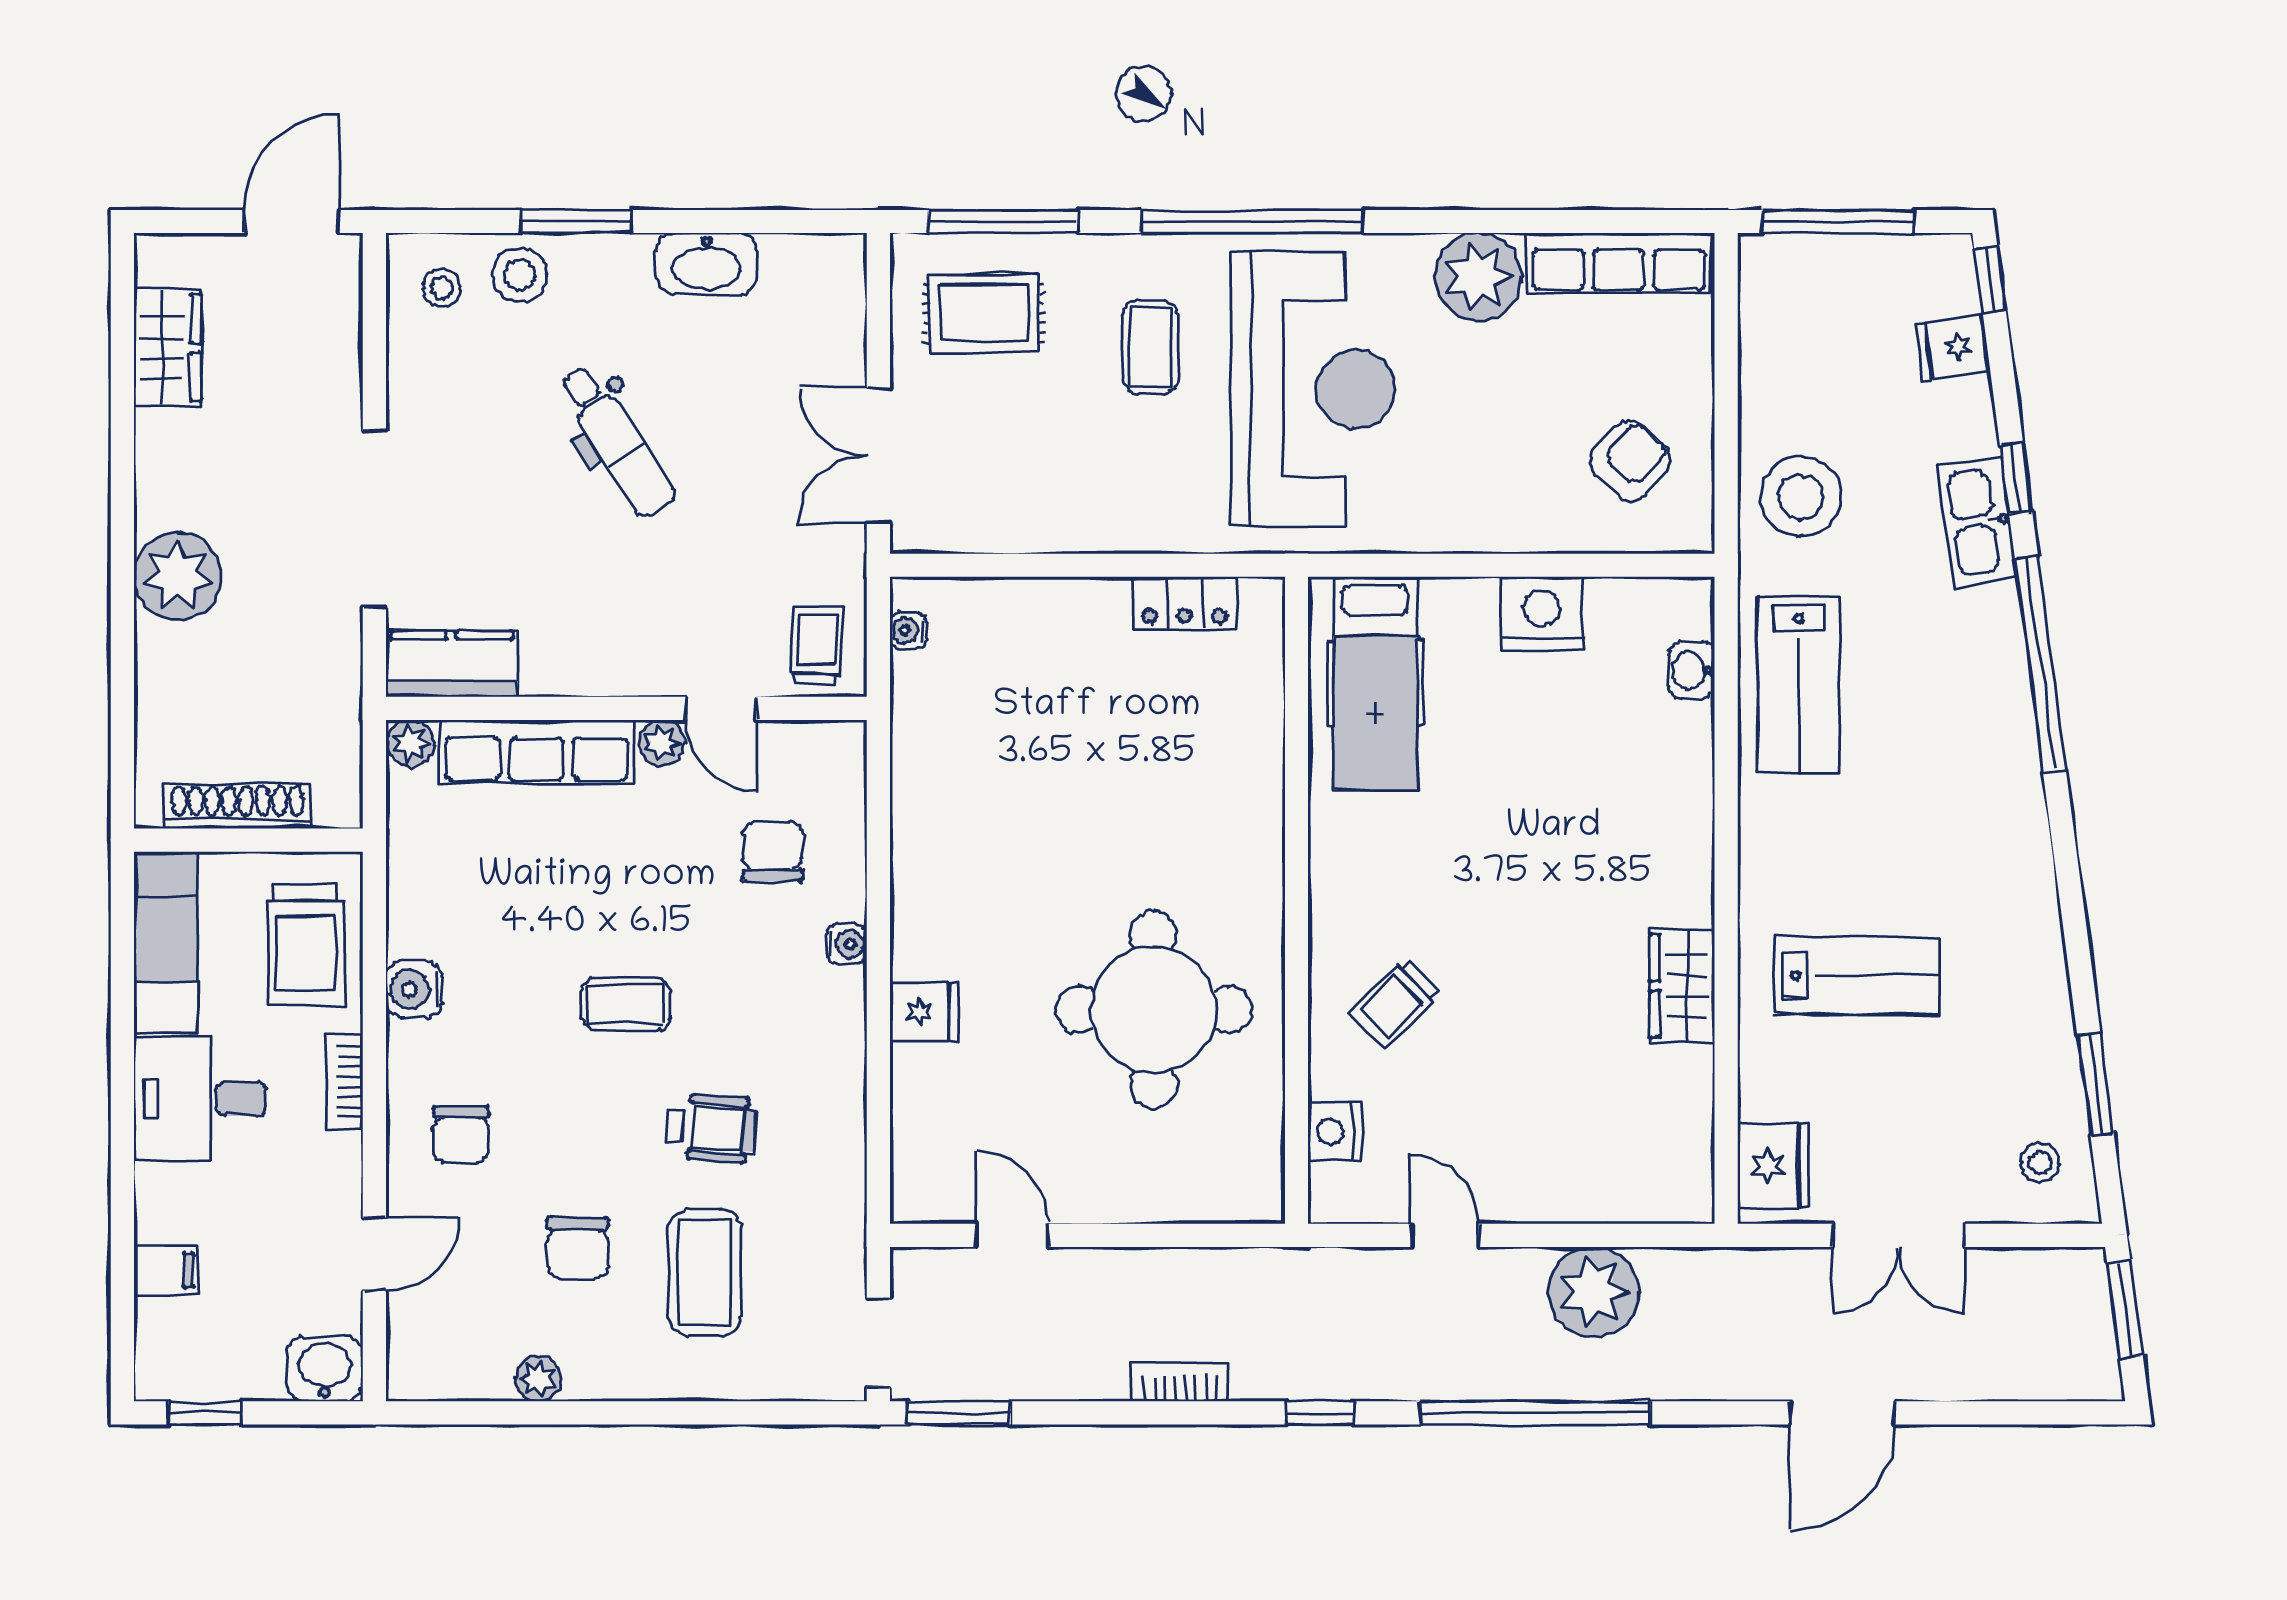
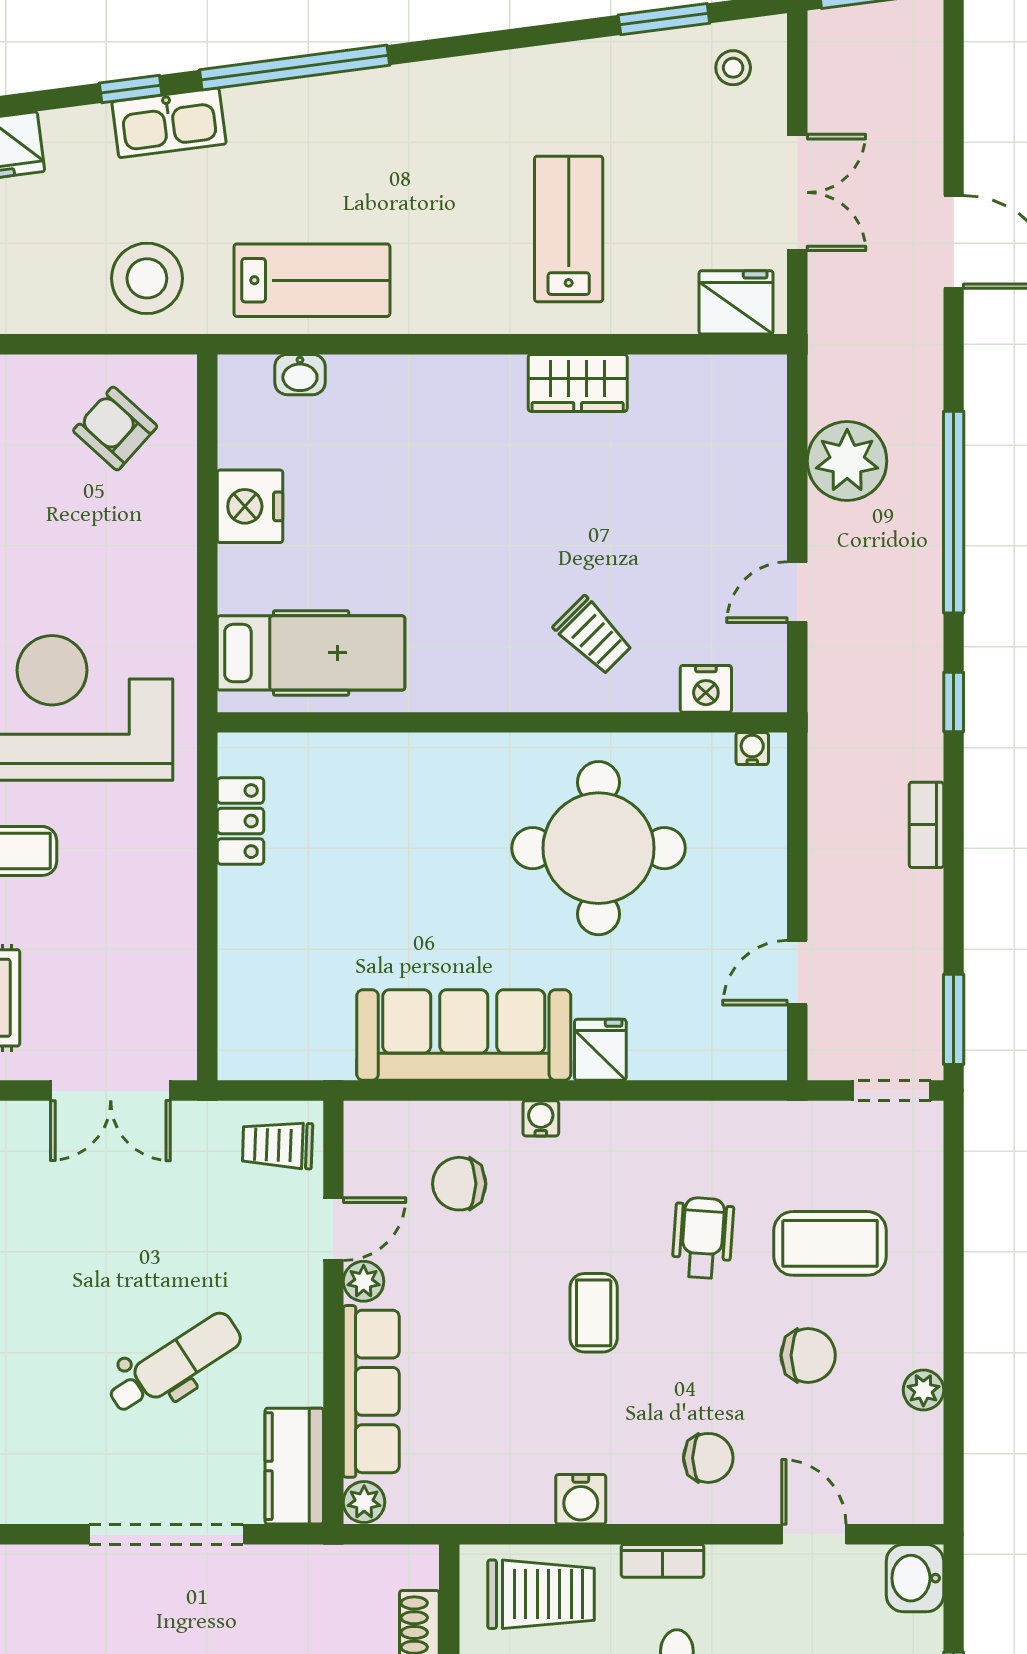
dental chair: (617, 441) -> (175, 1364), moved
water cooler: (908, 631) -> (752, 749), moved, turned 180
sofa: (941, 856) -> (464, 1035), added

